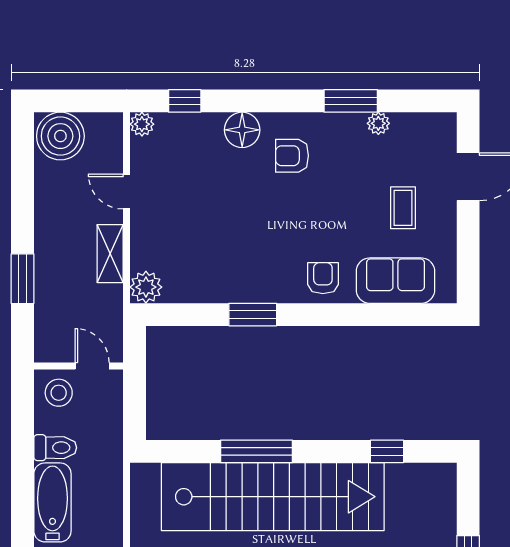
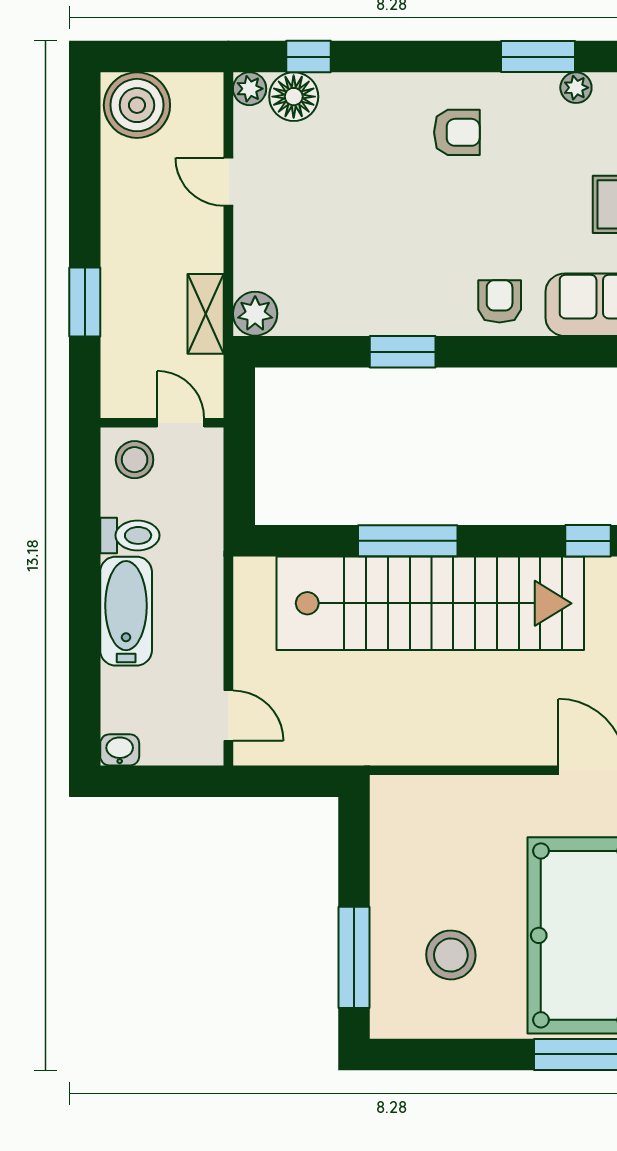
floor lamp: (242, 130) -> (294, 97), moved
armchair: (292, 156) -> (457, 132), turned 180
shelving: (110, 254) -> (206, 314), moved

